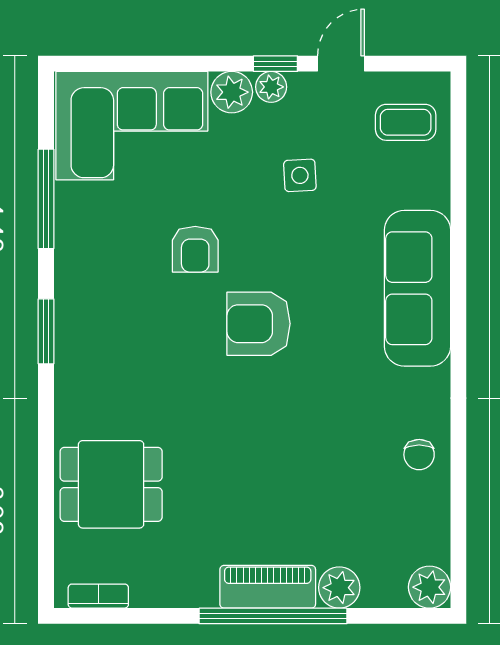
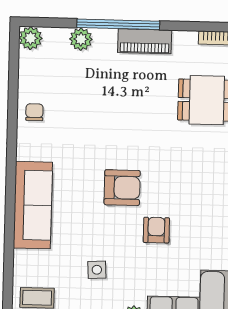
piano: (268, 587) -> (145, 41), moved

